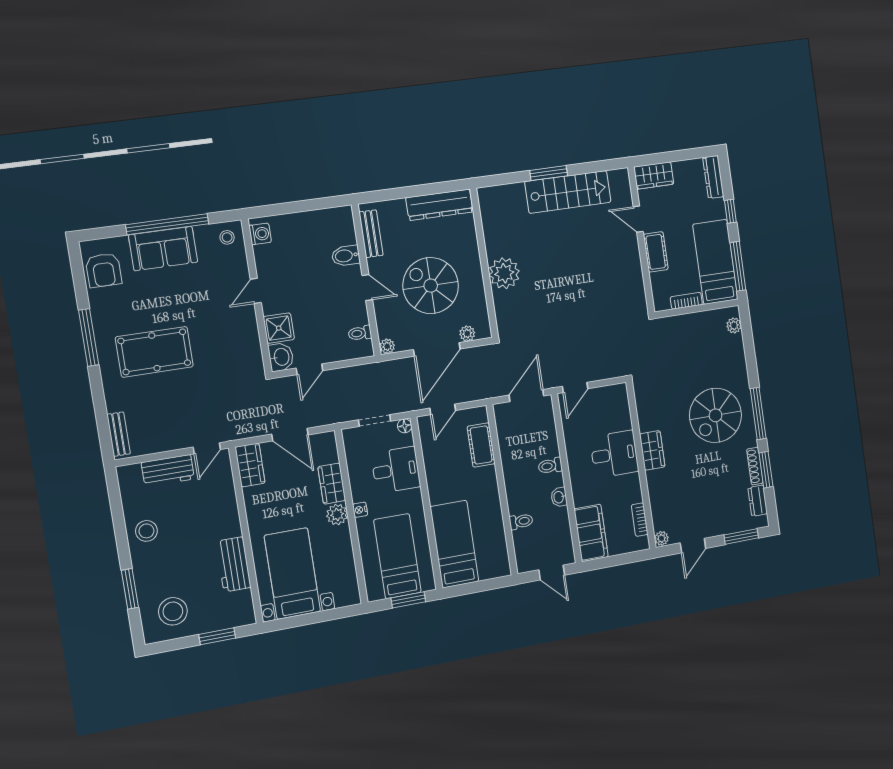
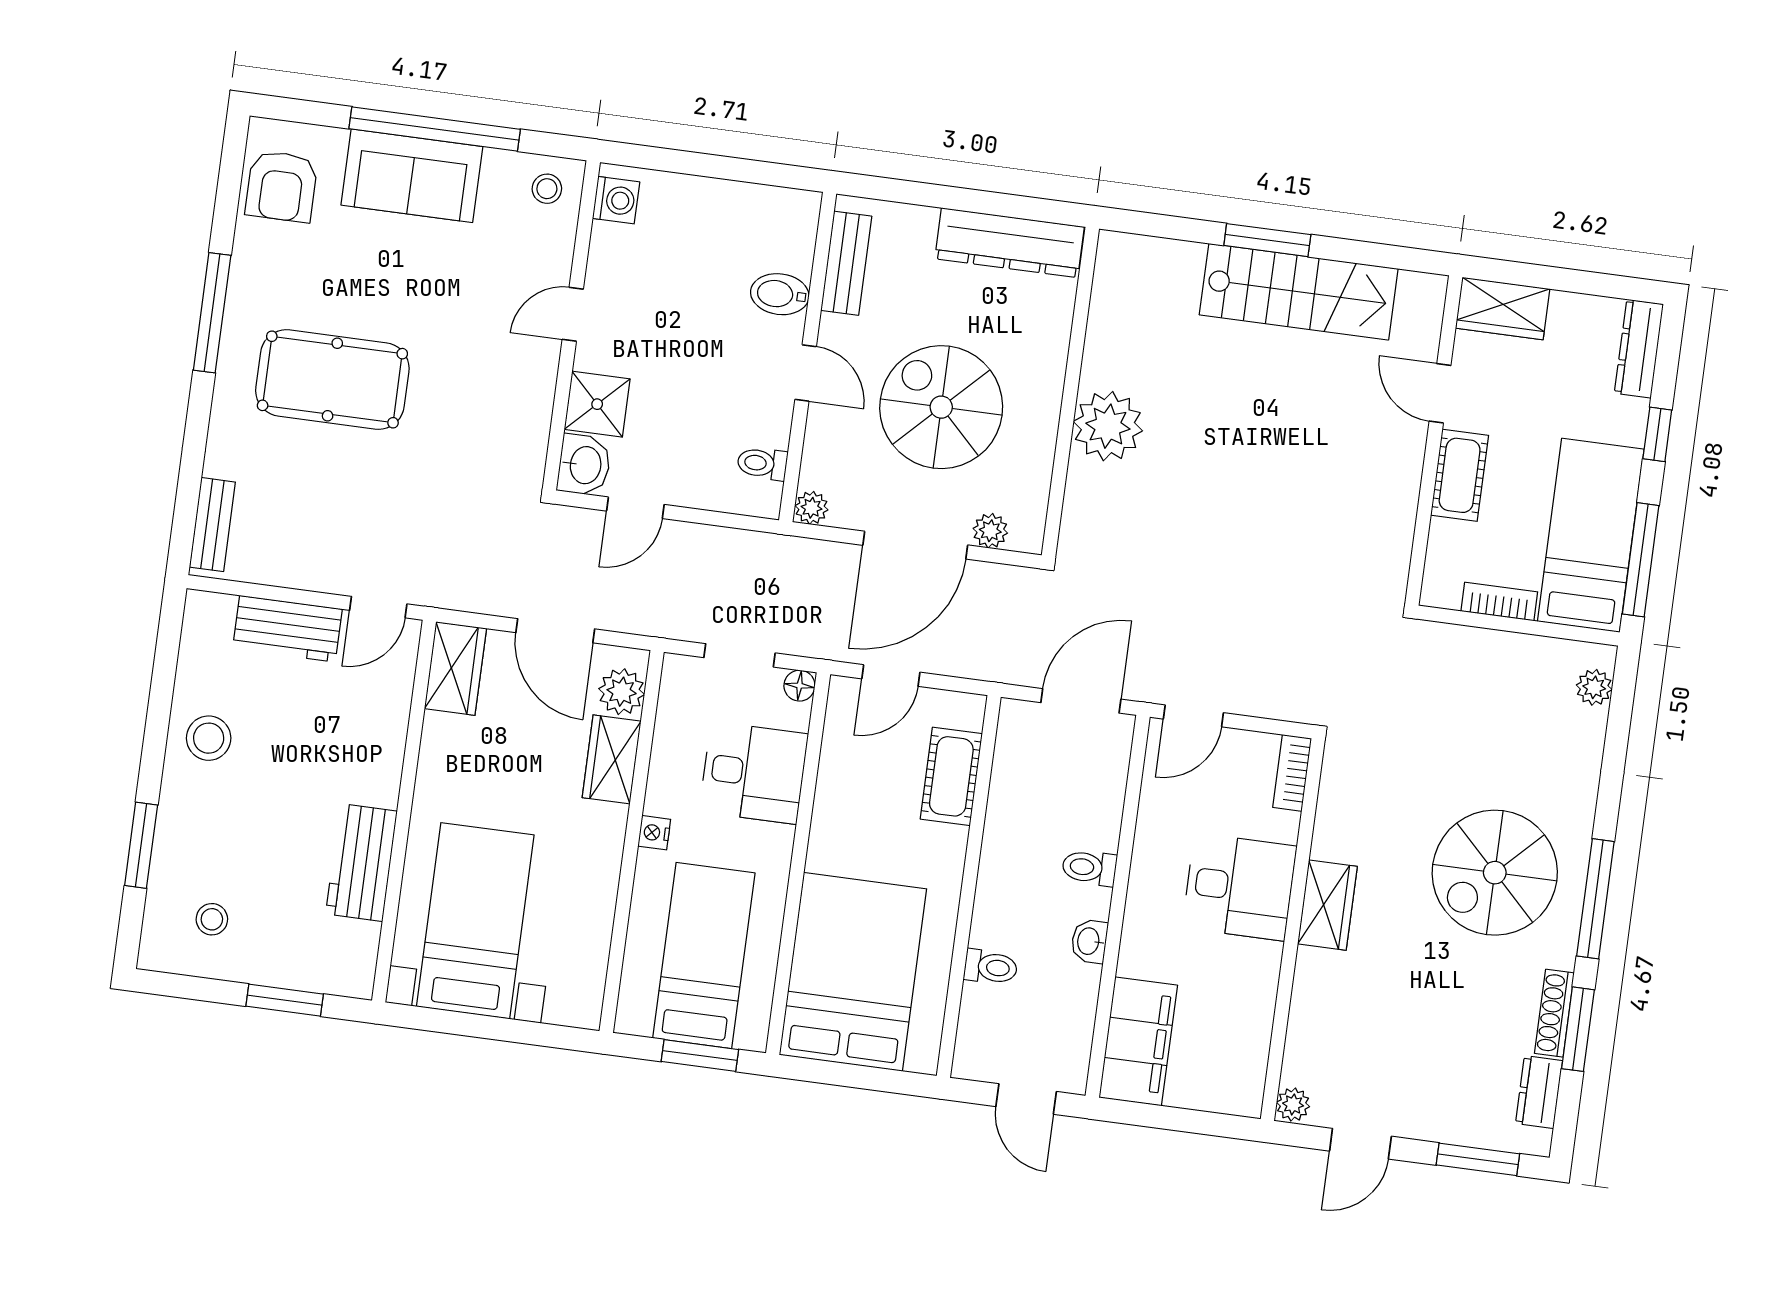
plant: (337, 514) -> (622, 692), moved
bookcase: (640, 520) -> (1292, 773), moved
bed: (454, 544) -> (853, 972), width x1.50
stool: (173, 611) -> (212, 919), width x0.53, depth x0.53

